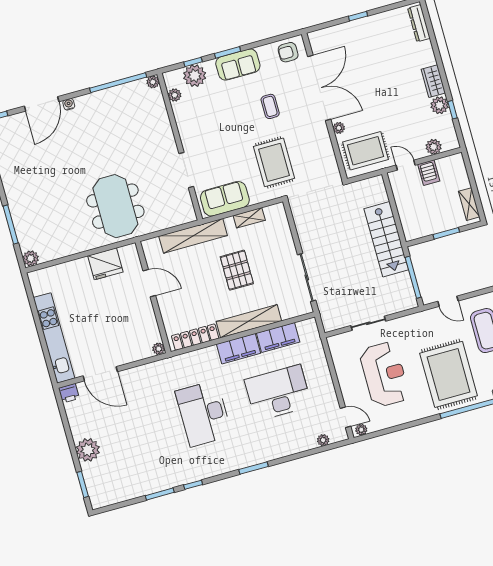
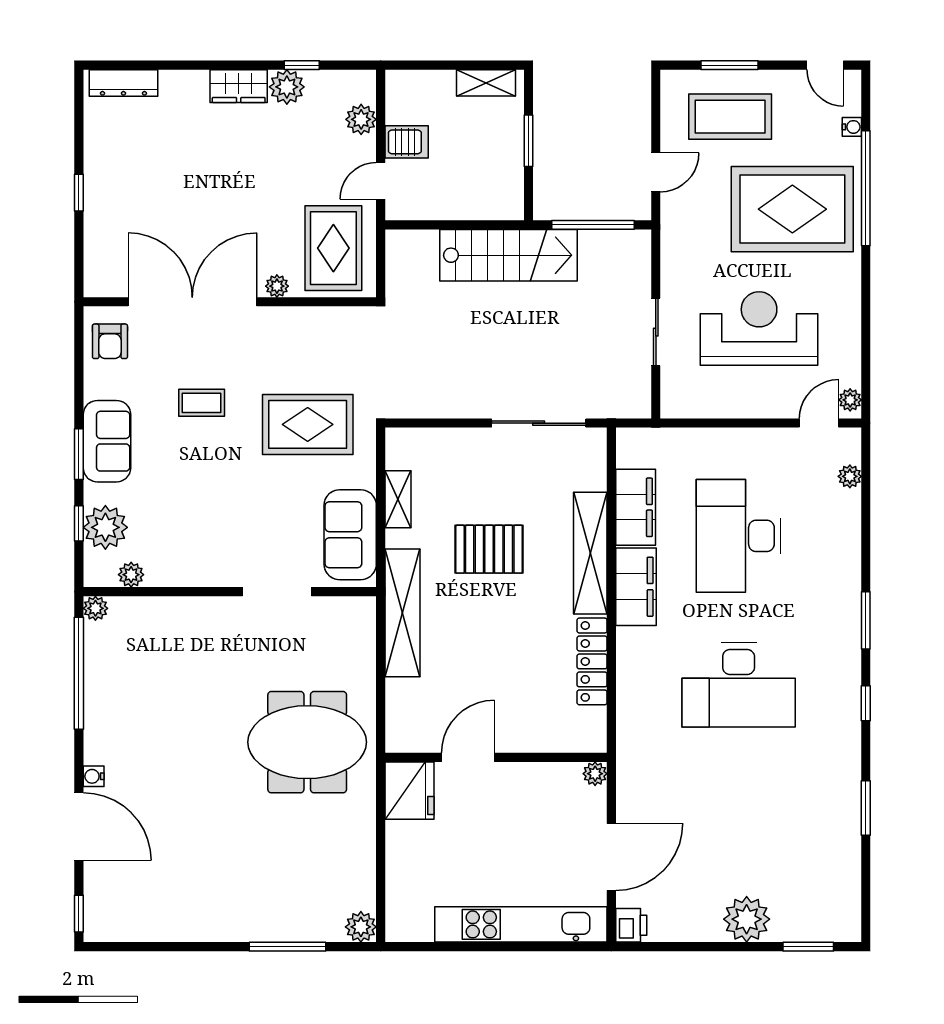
door: (149, 283) -> (468, 757), moved
wall: (153, 297) -> (496, 757), moved
plant: (159, 349) -> (595, 774), moved
window: (193, 485) -> (866, 703), moved

